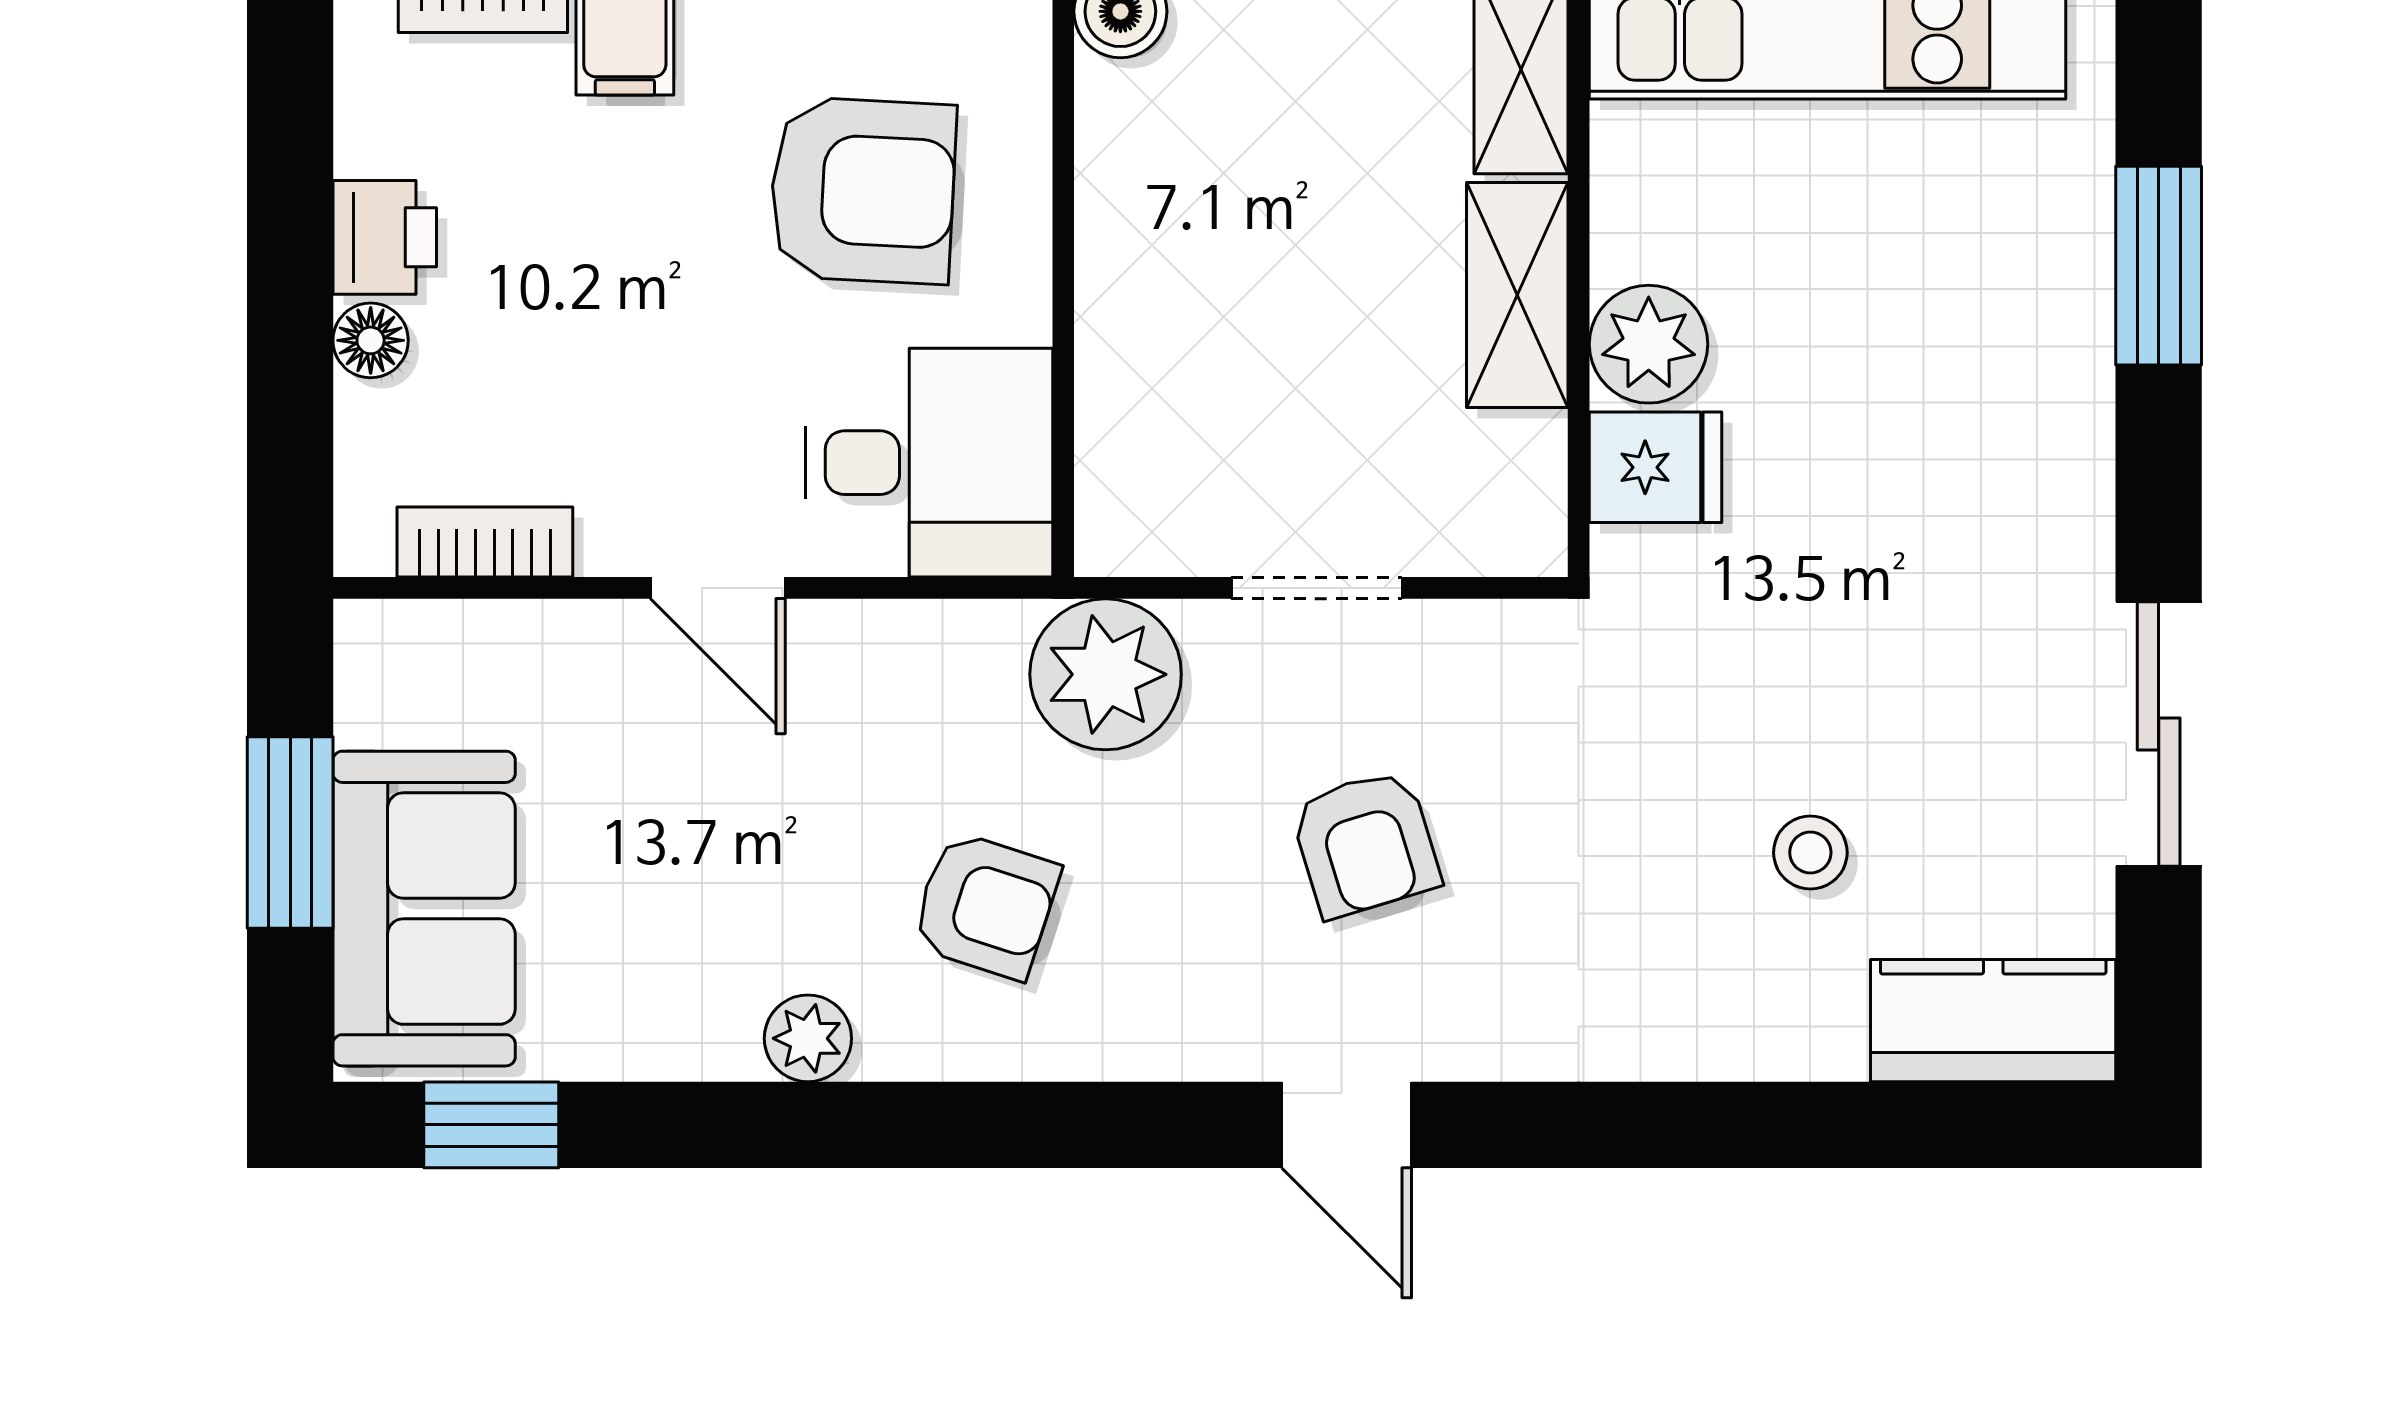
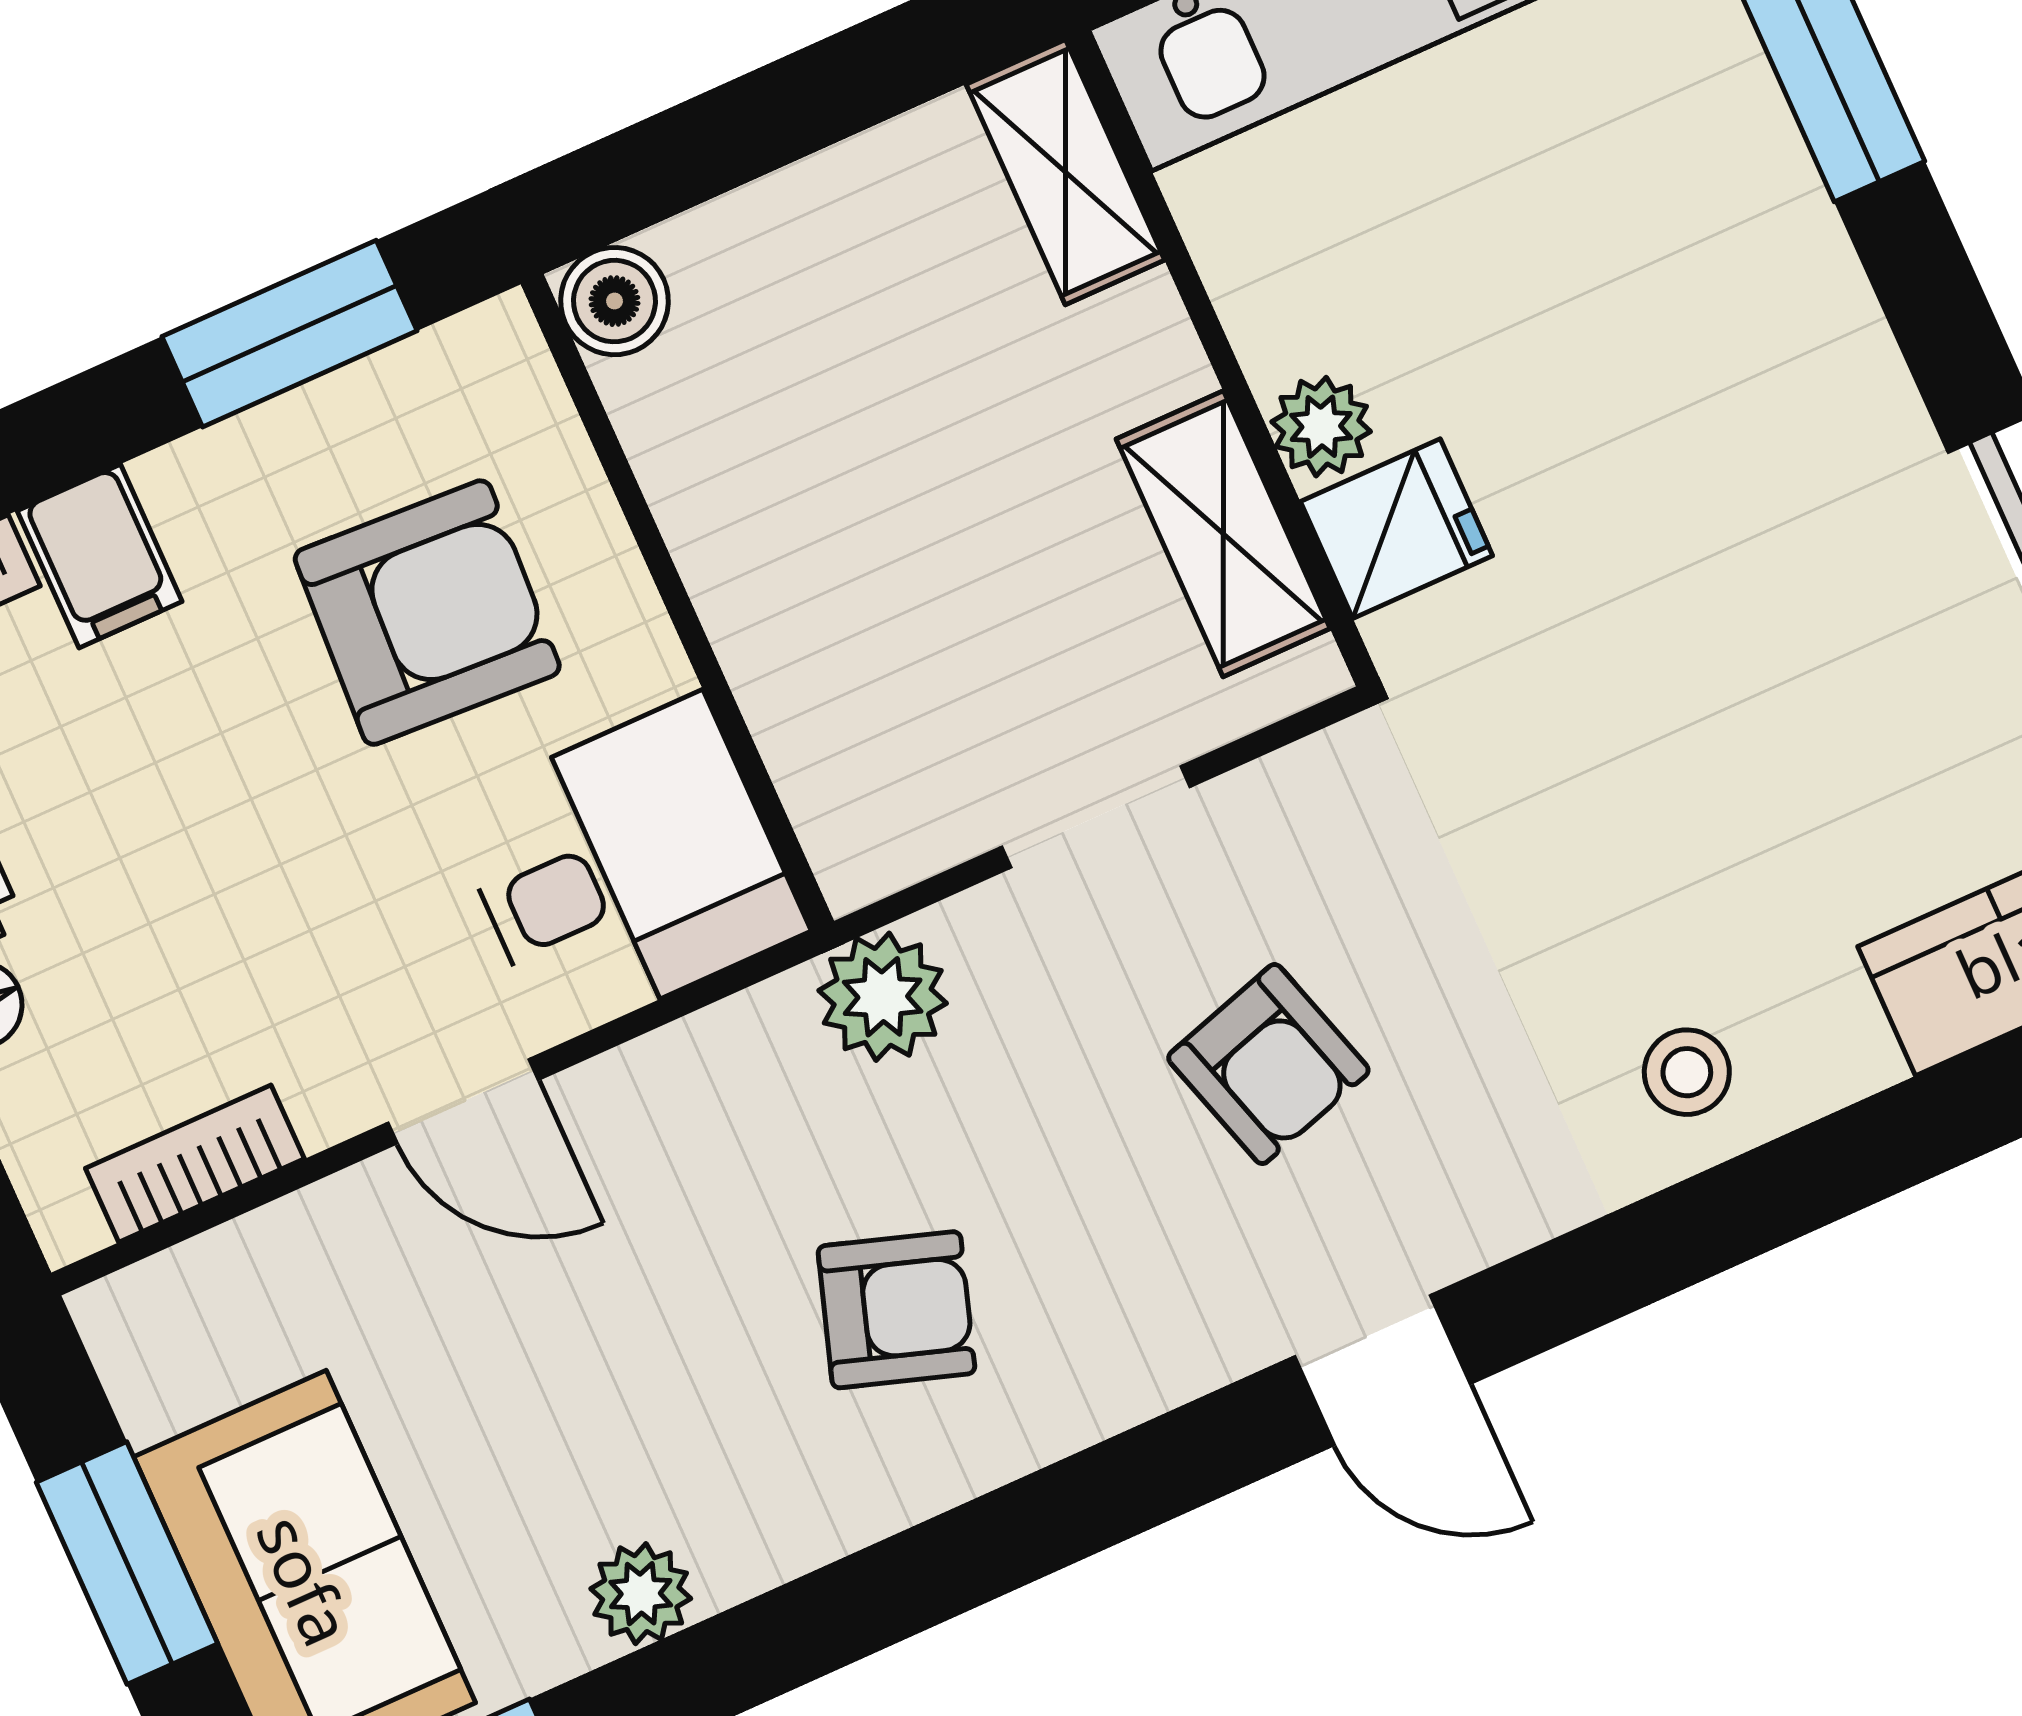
shelving: (1517, 295) -> (1223, 534), moved
plant: (1649, 344) -> (1321, 427), width x0.73, depth x0.73
plant: (1106, 674) -> (883, 997), width x0.73, depth x0.73
stool: (1810, 853) -> (1687, 1072), moved
plant: (808, 1038) -> (641, 1594), moved

